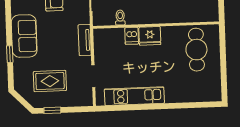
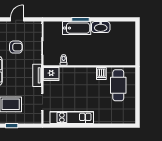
dishwasher: (132, 36) -> (101, 74), moved
fridge: (150, 36) -> (51, 74), moved

